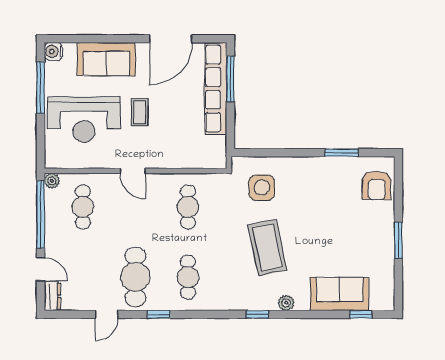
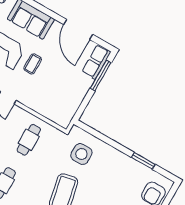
door: (171, 39) -> (78, 29), hinge flipped
row of seats: (216, 88) -> (96, 62), width x0.50

